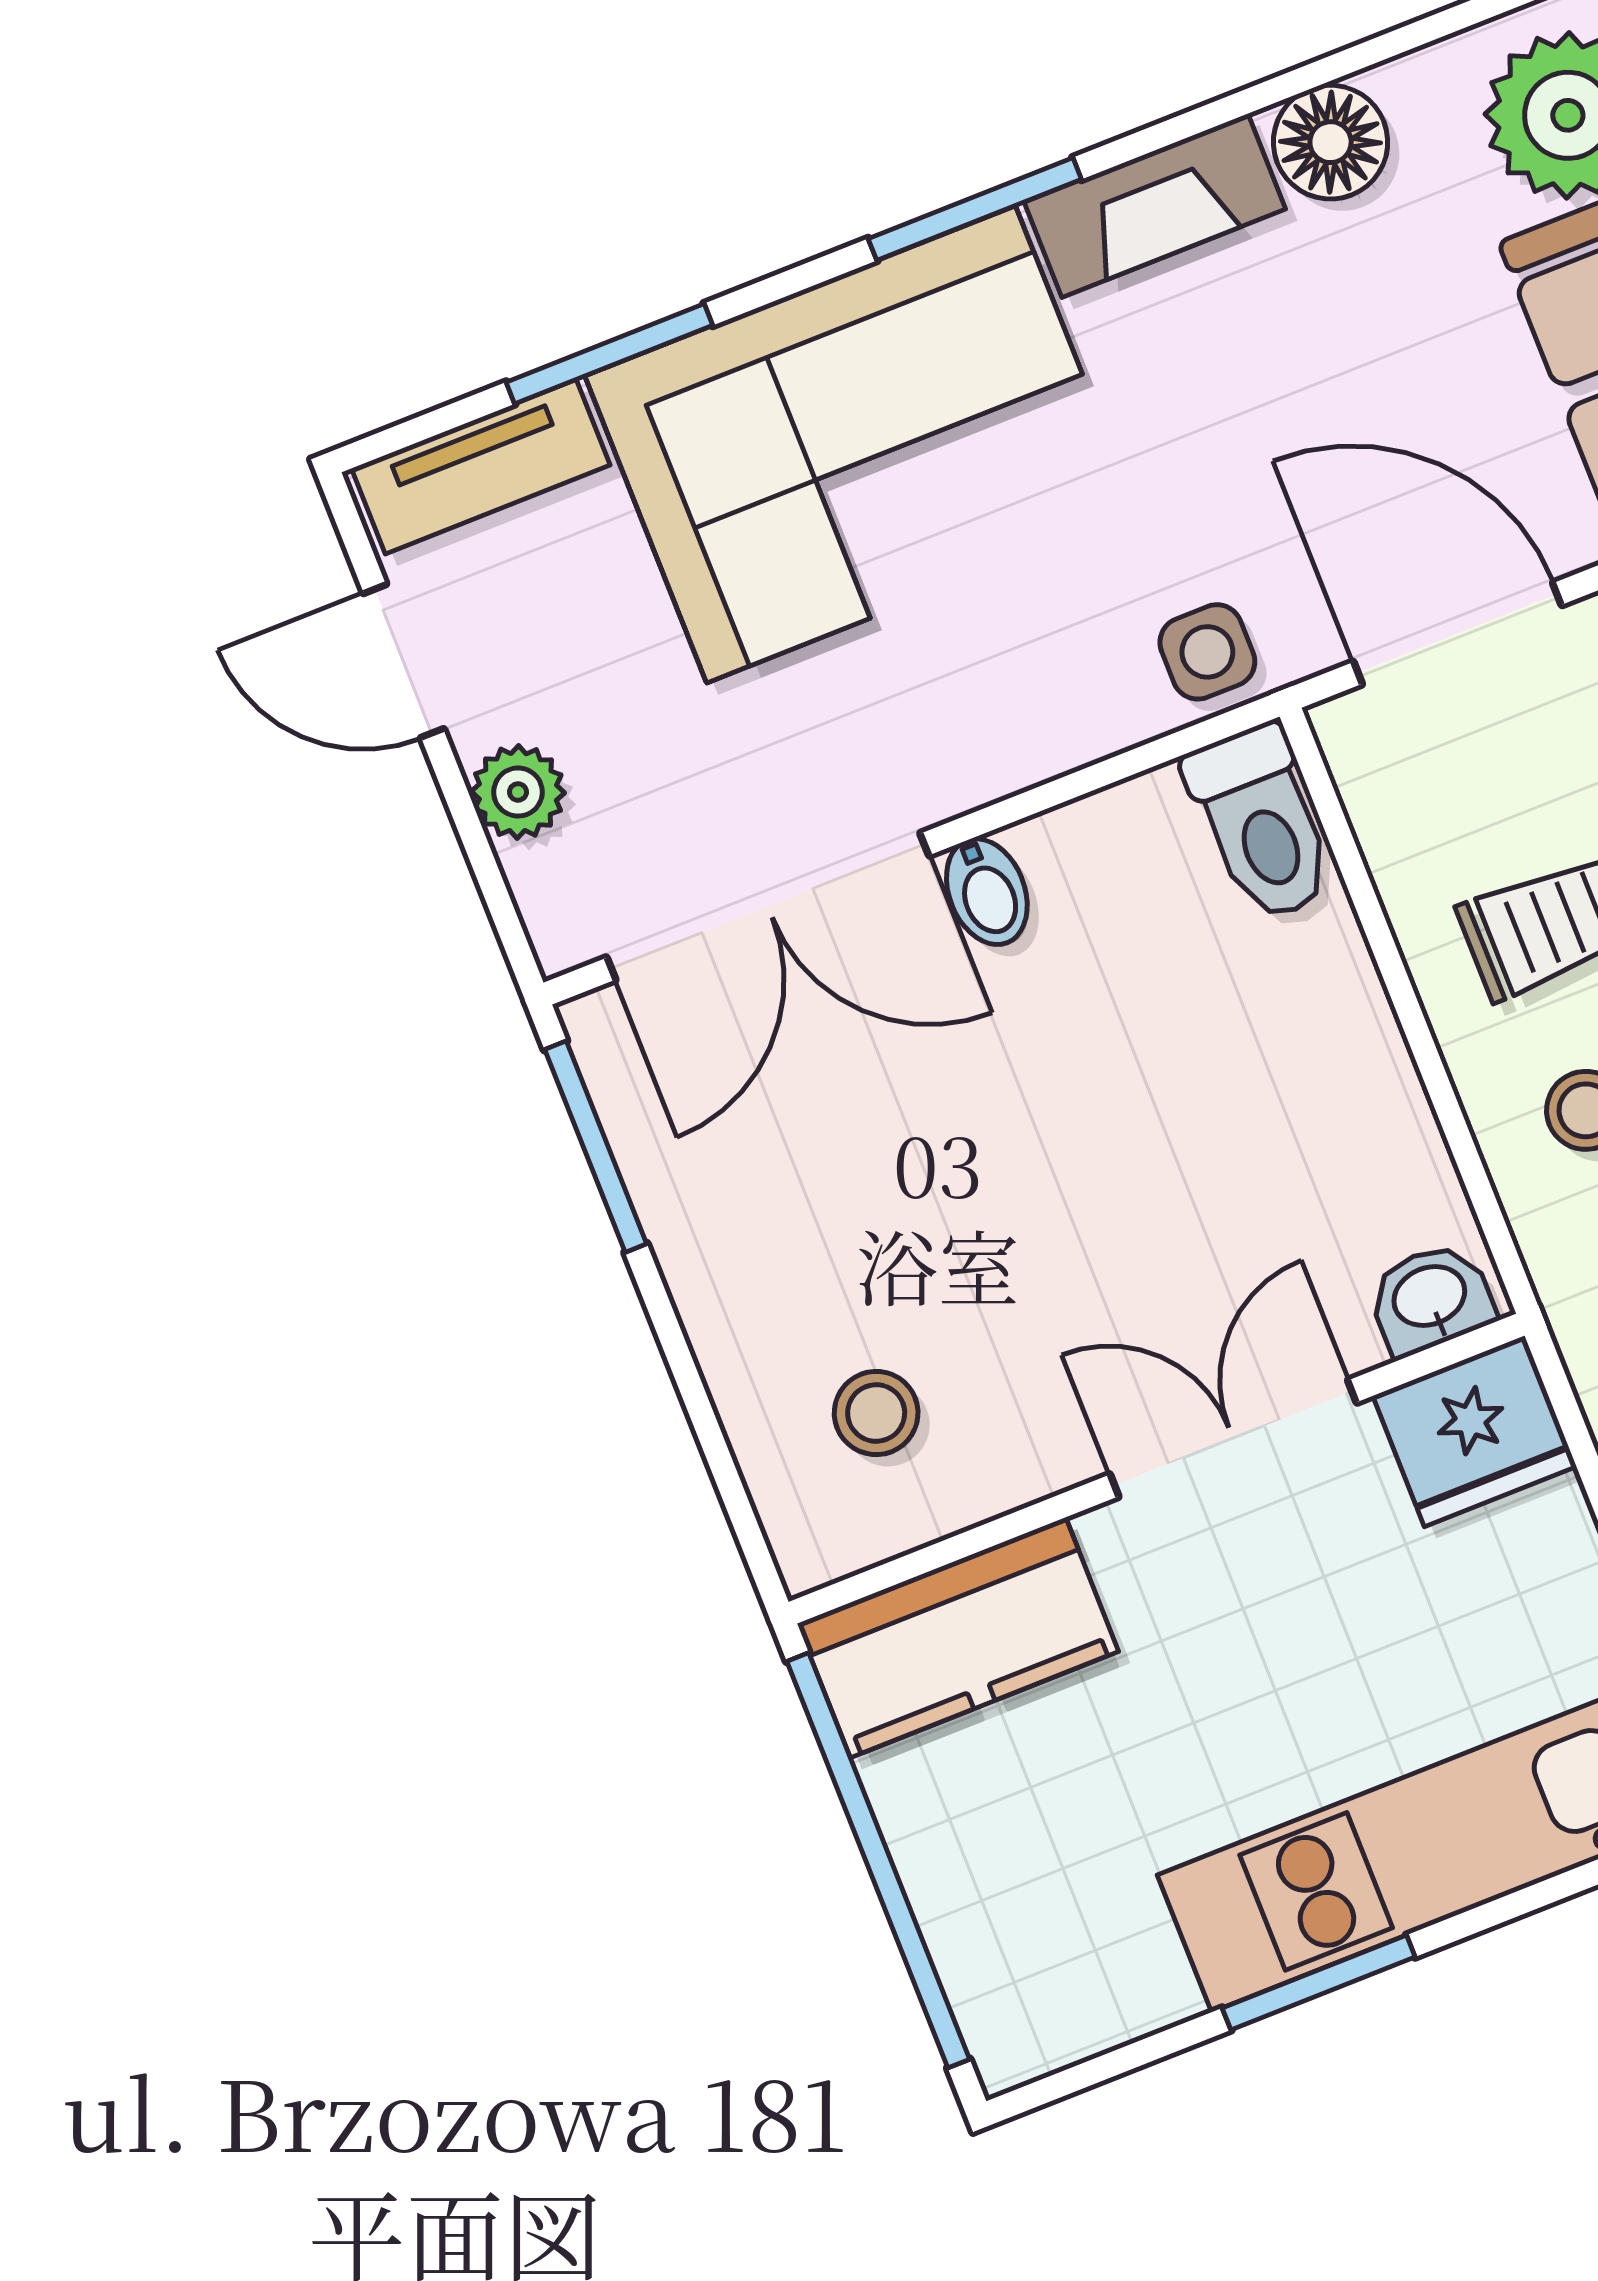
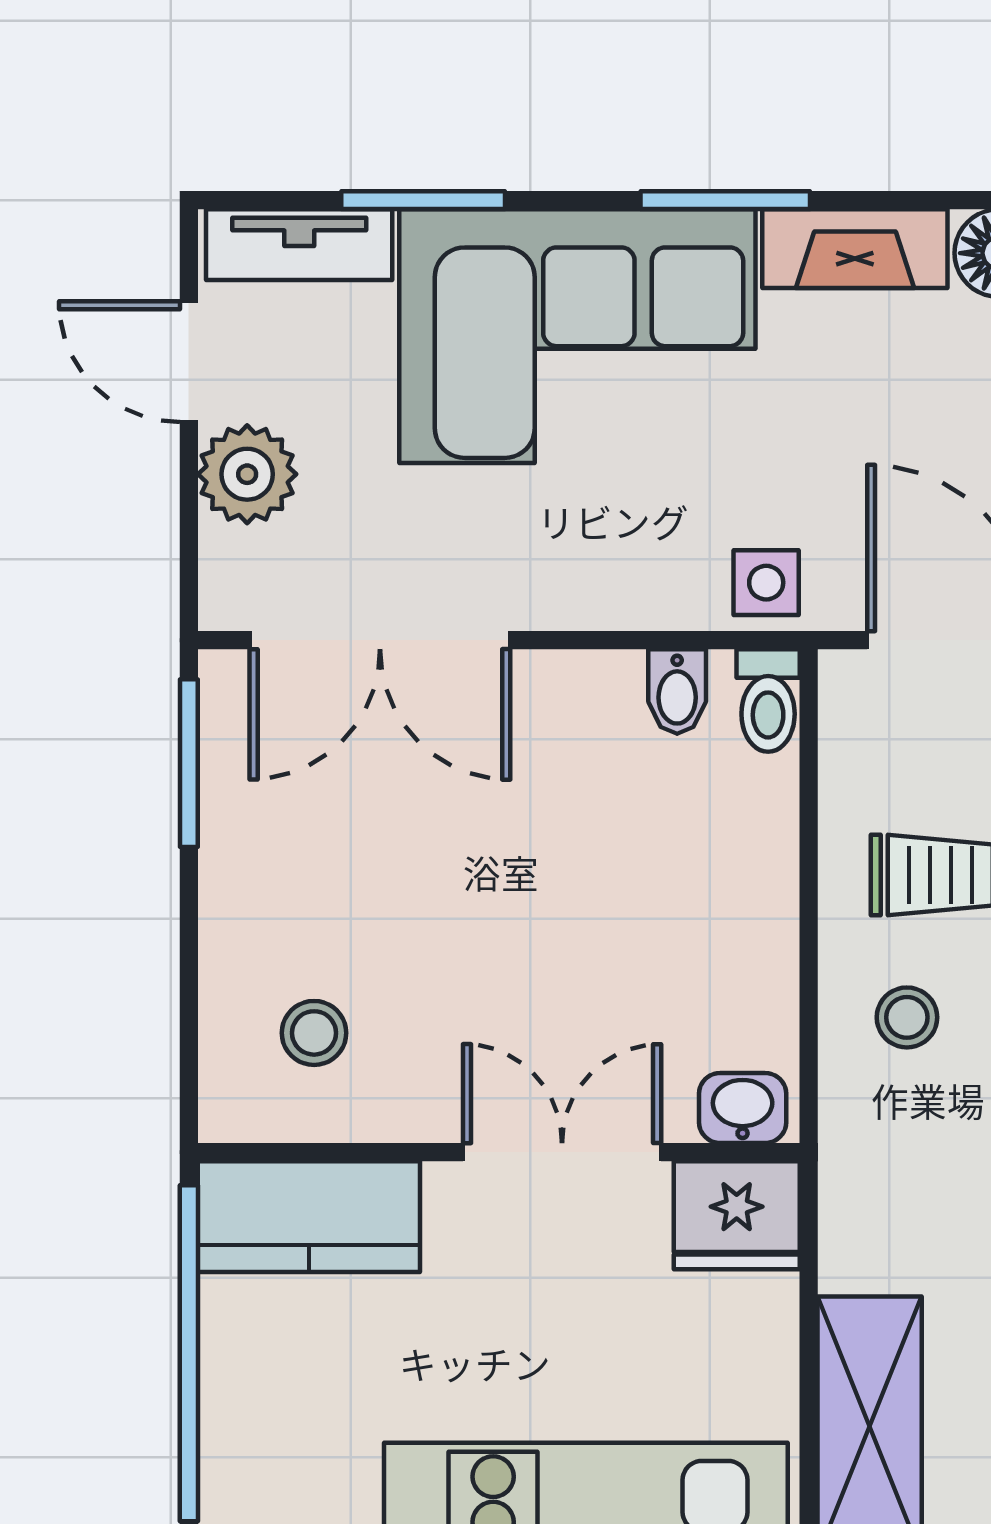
plant: (518, 792) -> (247, 474), width x1.38, depth x1.38
toilet: (1261, 823) -> (768, 701), width x0.73, depth x0.72
bidet: (987, 892) -> (677, 692), moved

